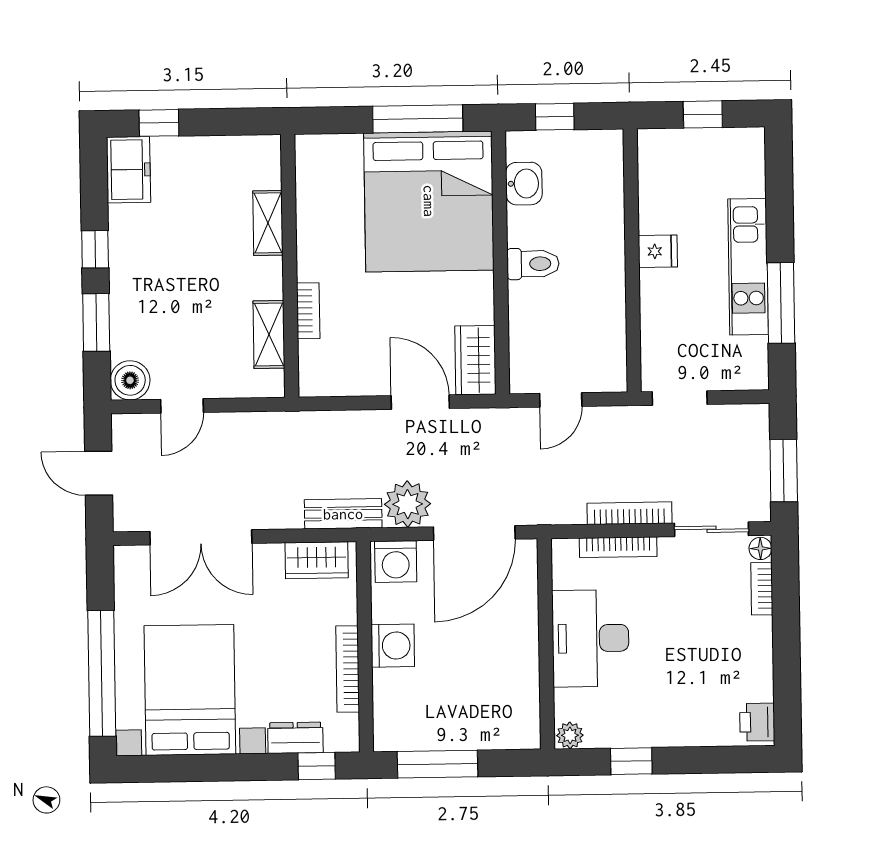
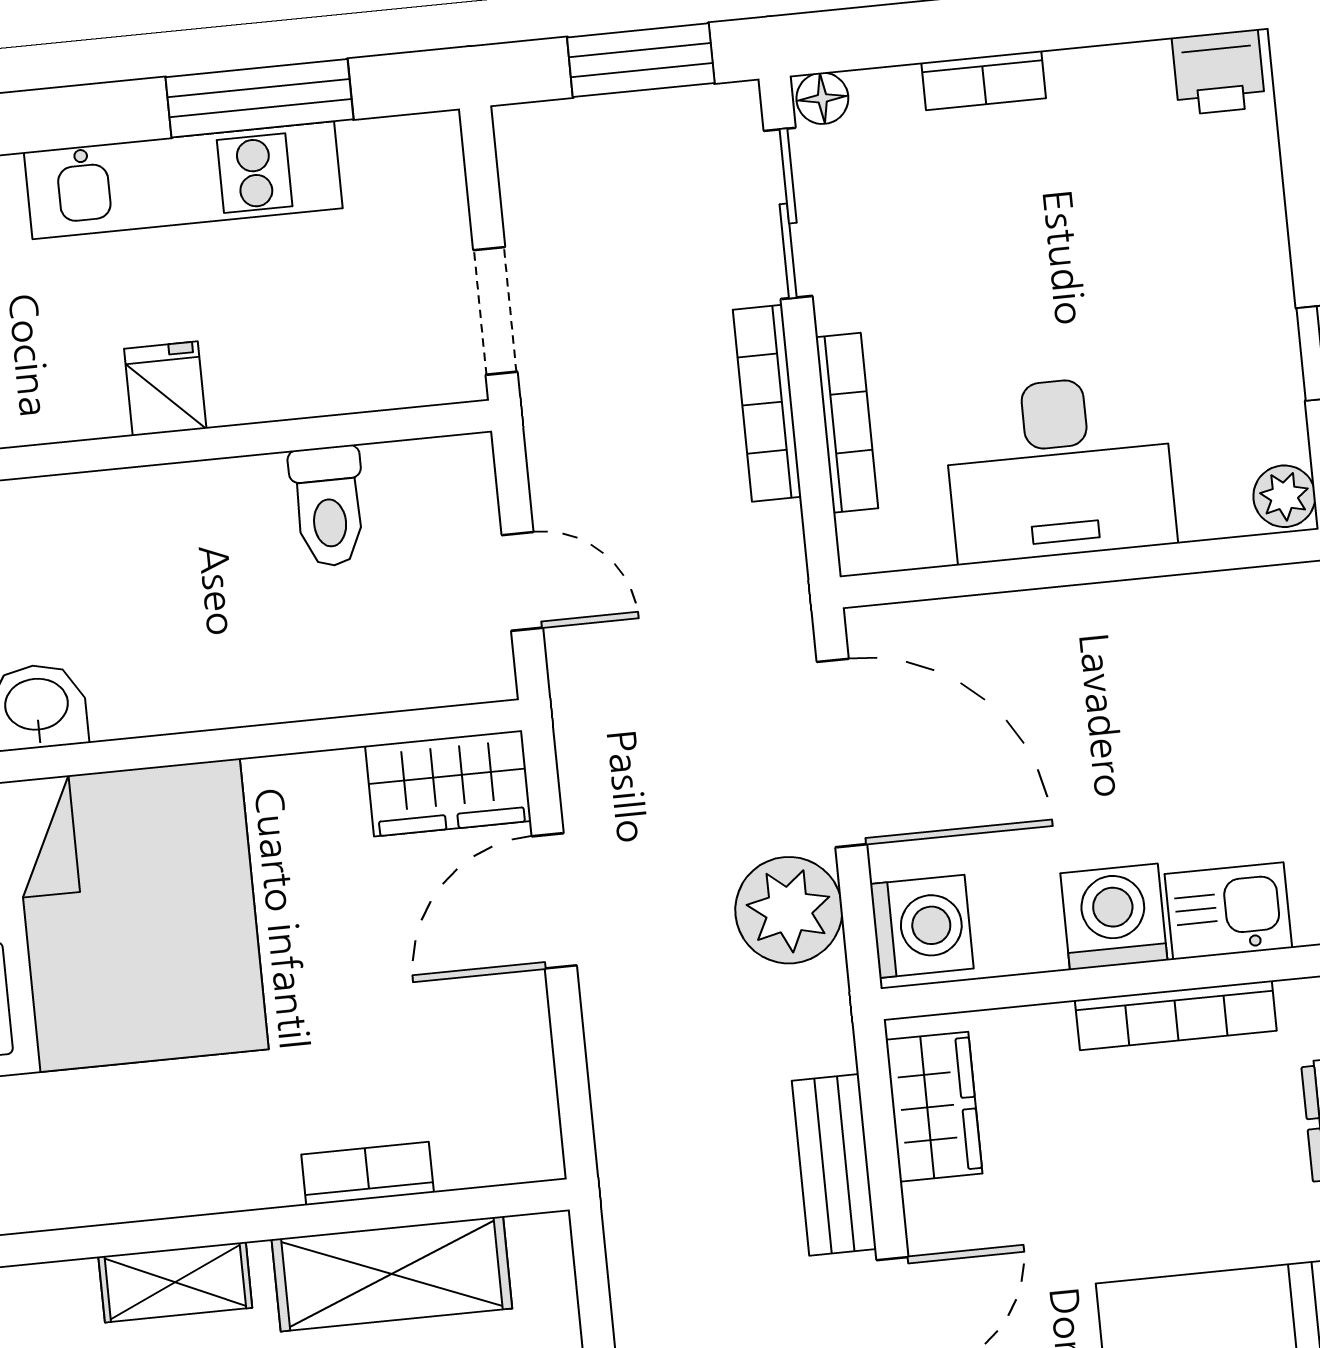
toilet: (533, 264) -> (328, 506), moved, turned 180
shelving: (269, 335) -> (392, 1274), width x1.50, depth x1.33
bench: (343, 514) -> (834, 1165), moved
bookcase: (762, 589) -> (984, 80), moved
kitchen sink: (391, 696) -> (1228, 911), added

